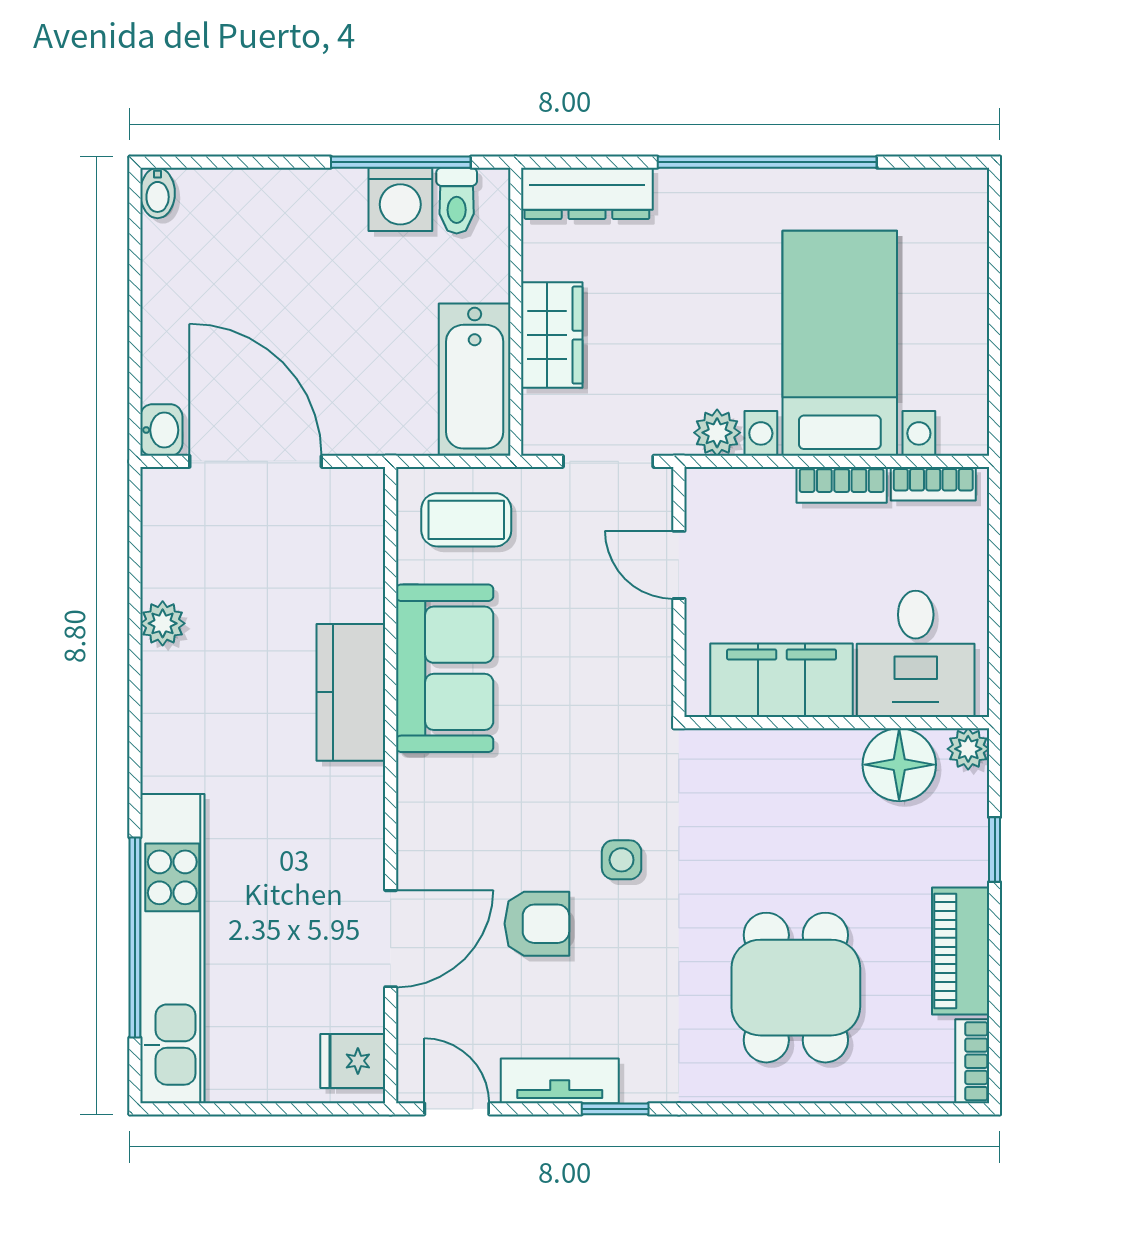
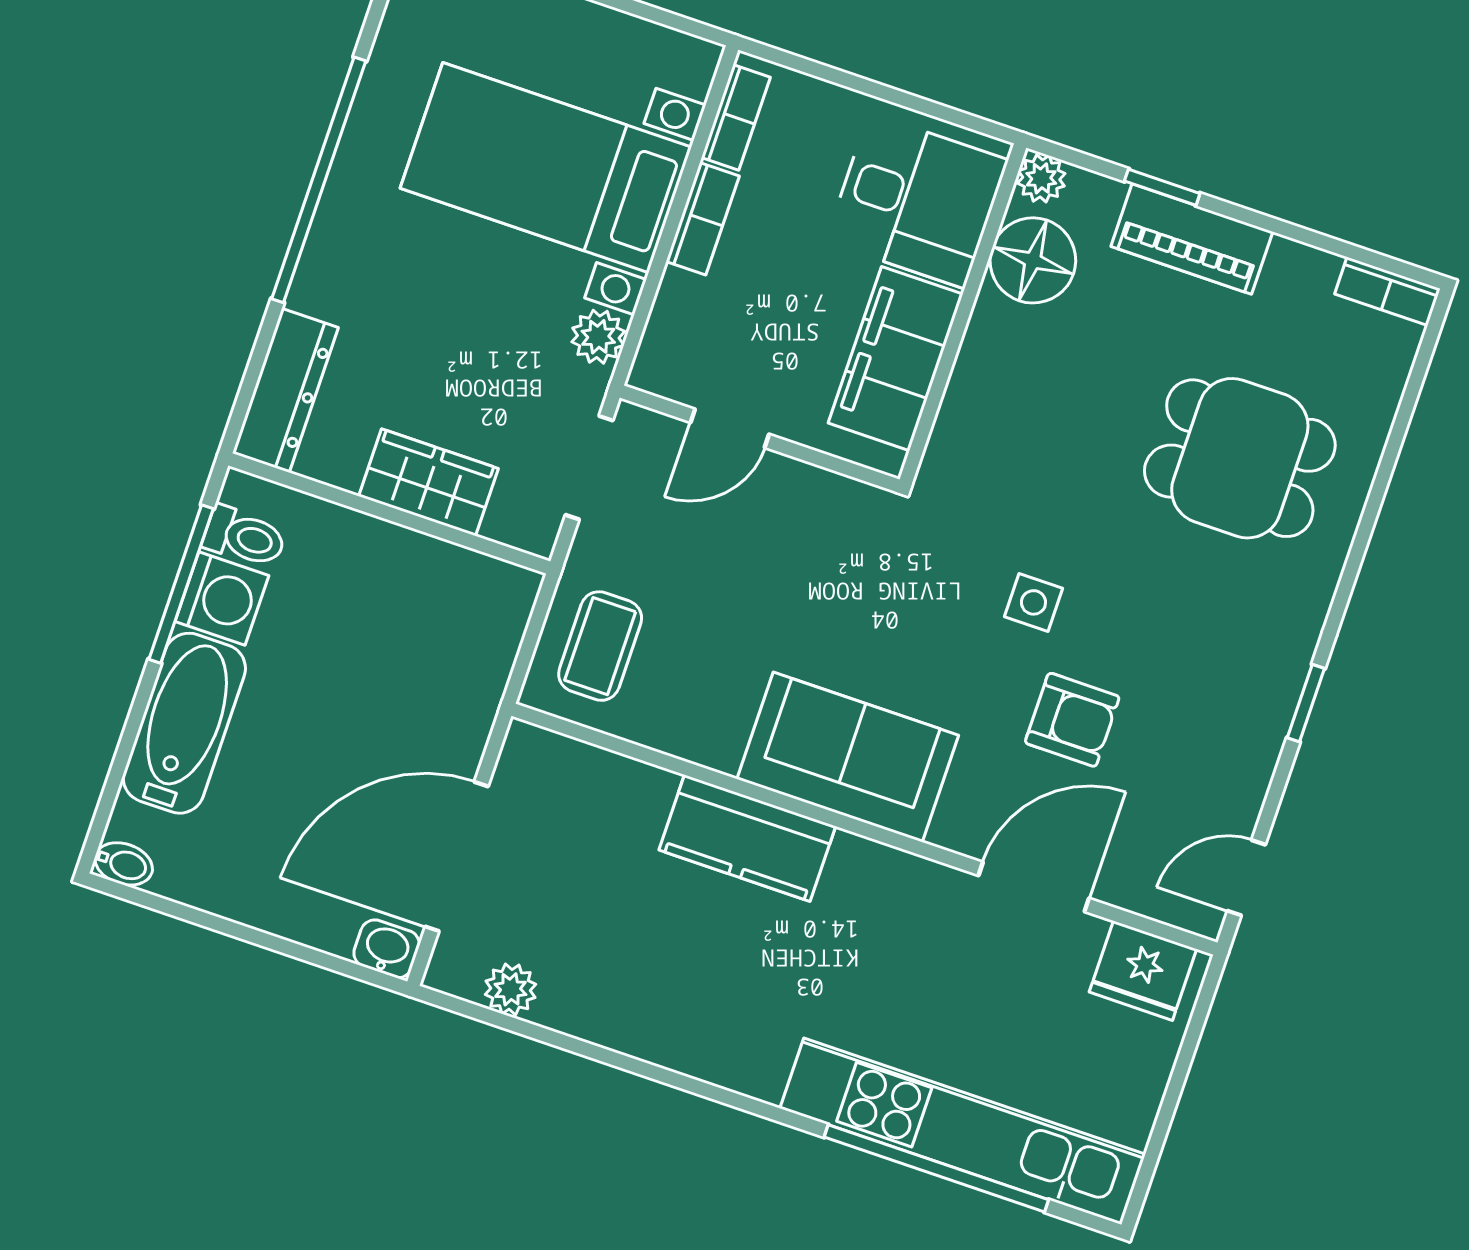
bathtub: (475, 379) -> (184, 723), moved, turned -90
plant: (163, 623) -> (511, 989), moved
sofa: (445, 668) -> (848, 757), moved
armchair: (537, 924) -> (1072, 720), turned 90
door: (391, 939) -> (1034, 887), hinge flipped
piano: (961, 951) -> (1192, 239), moved
fridge: (353, 1061) -> (1143, 971), width x1.38
tv unit: (560, 1081) -> (1254, 754), removed

